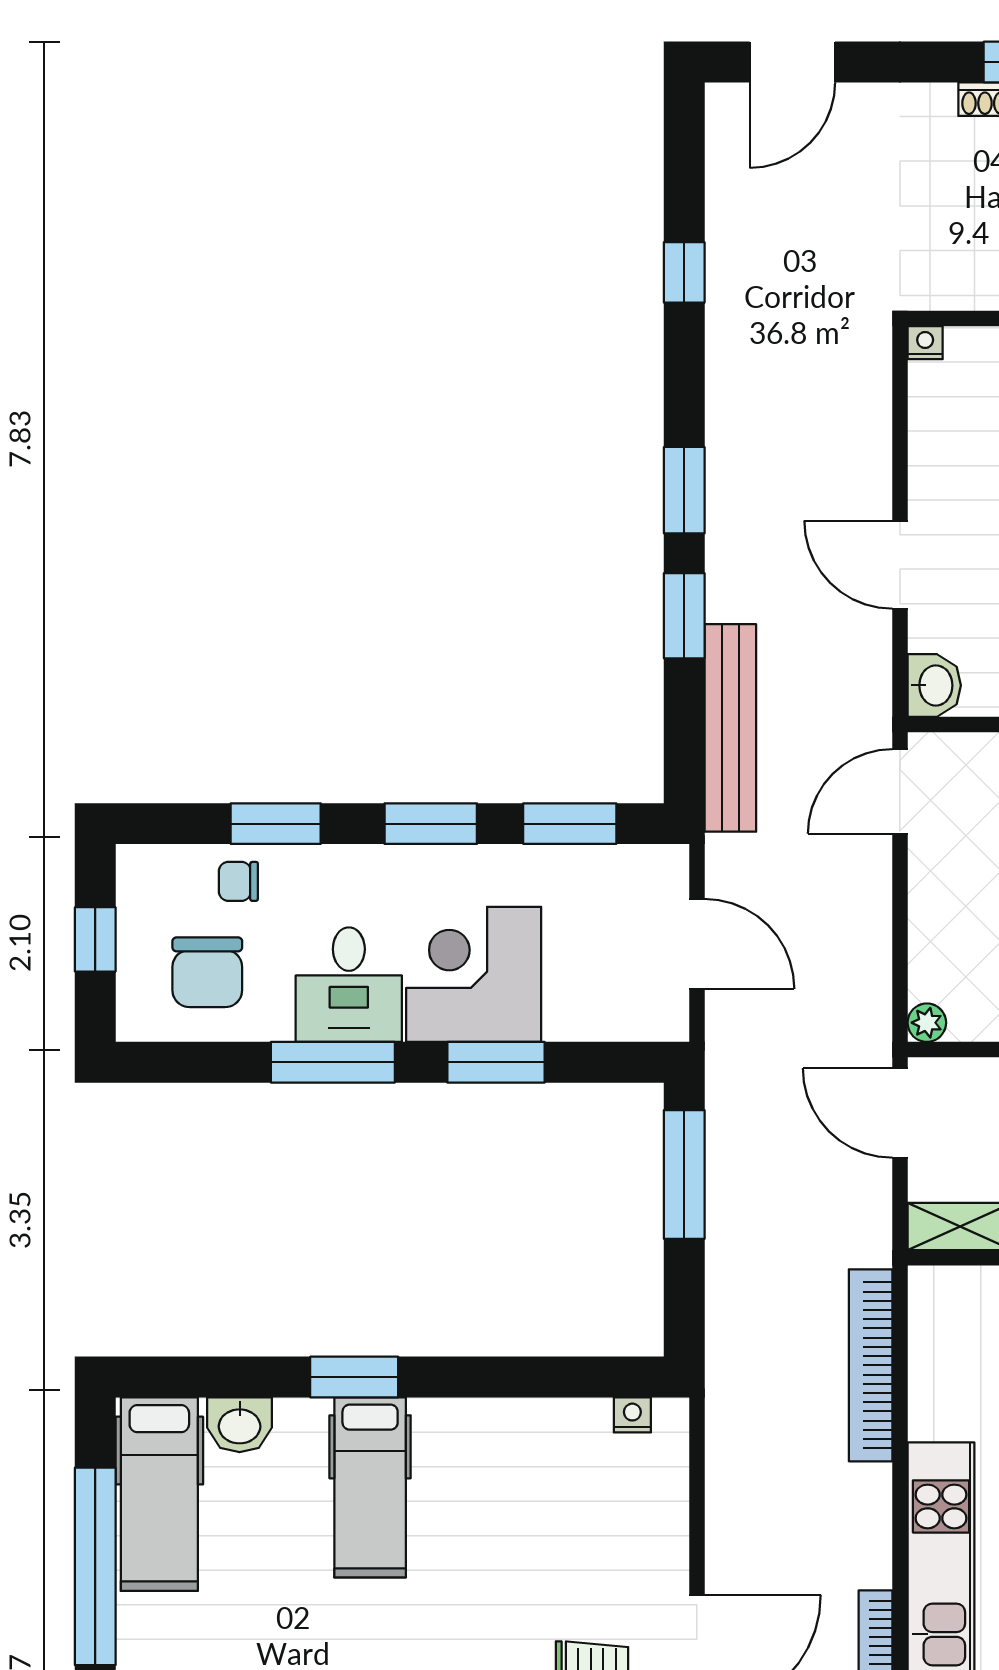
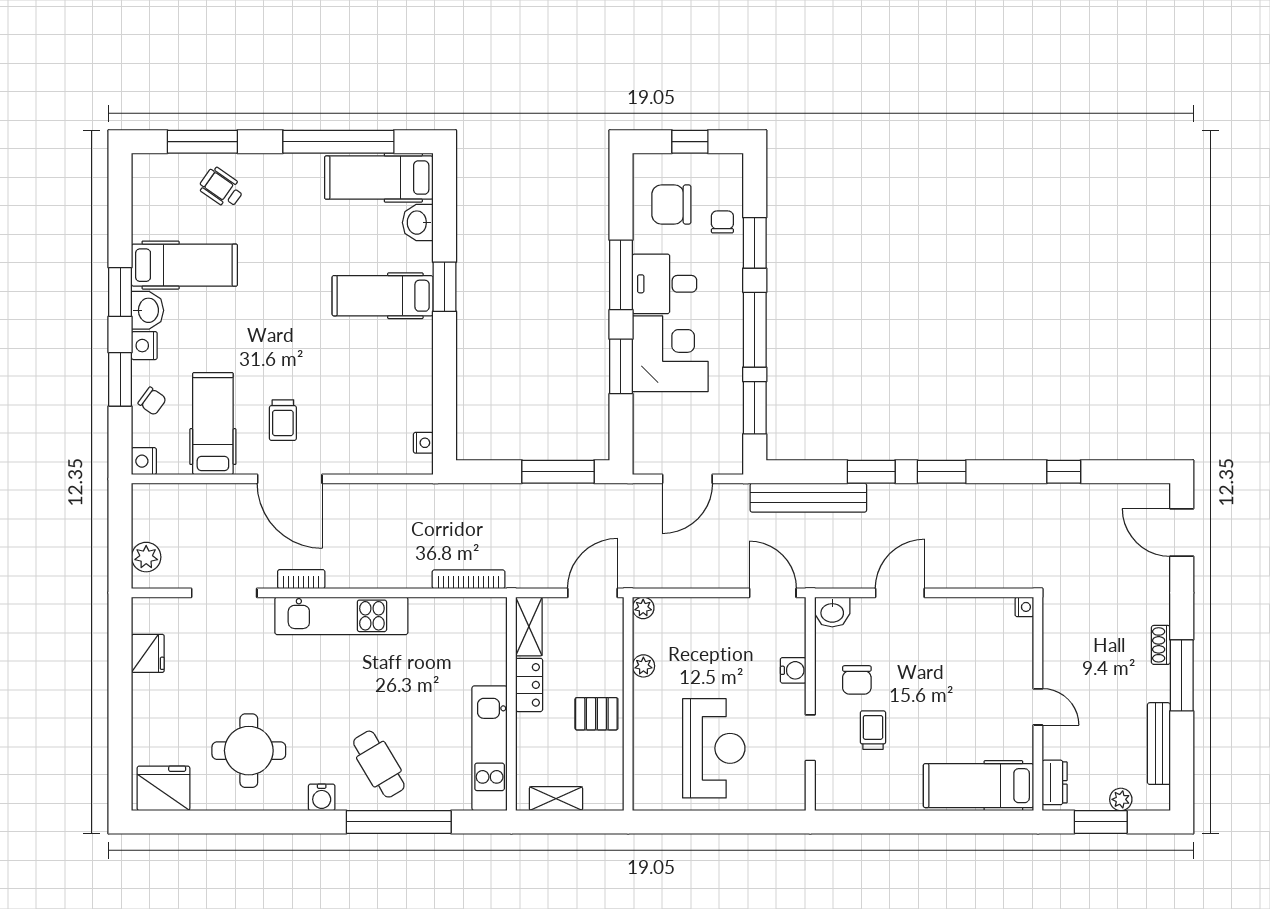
window: (431, 824) -> (755, 330), width x1.44
bookcase: (871, 1365) -> (469, 579), width x0.68, depth x0.76

